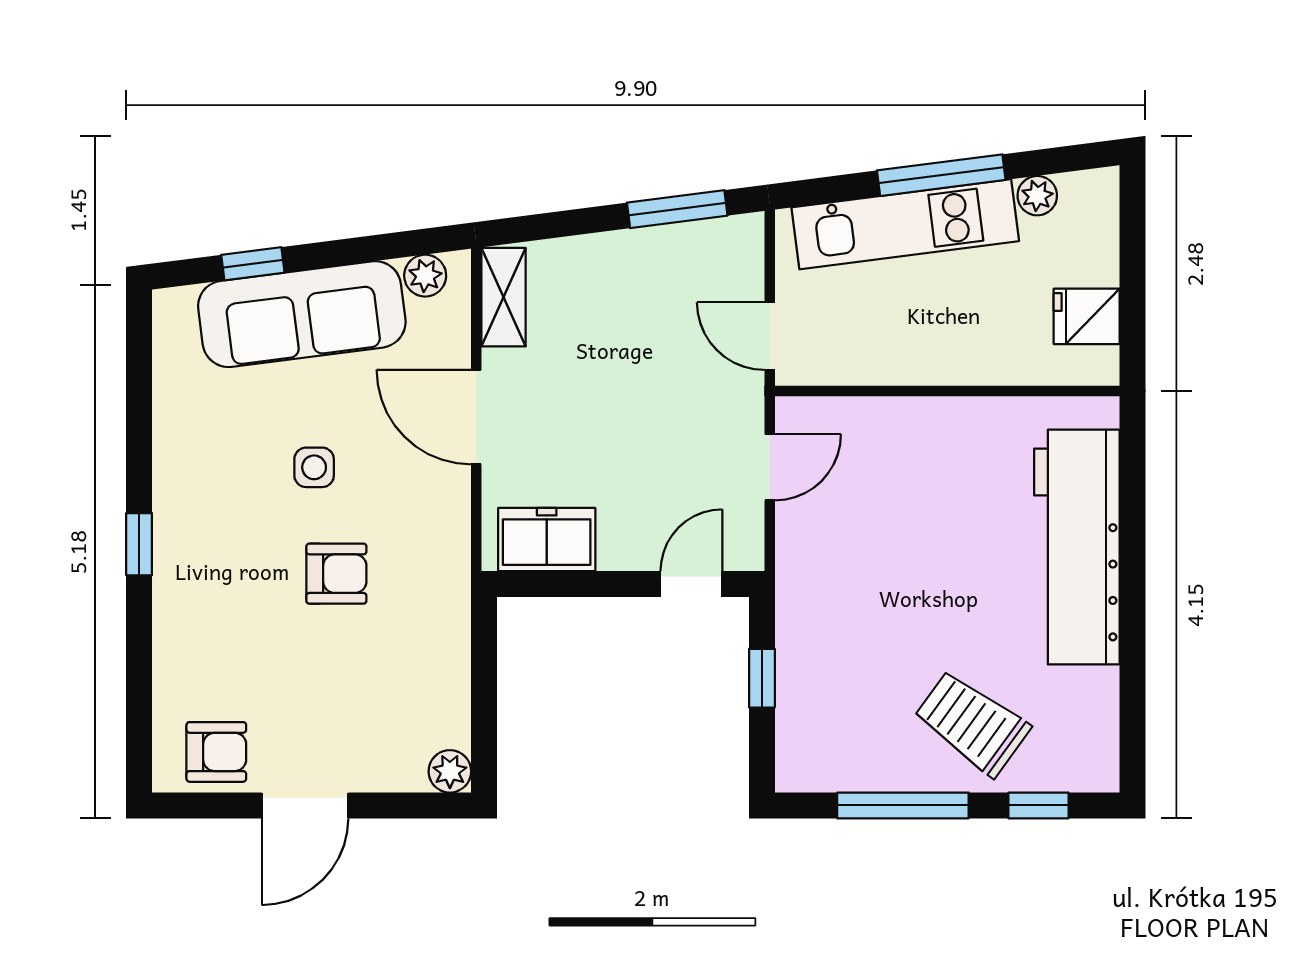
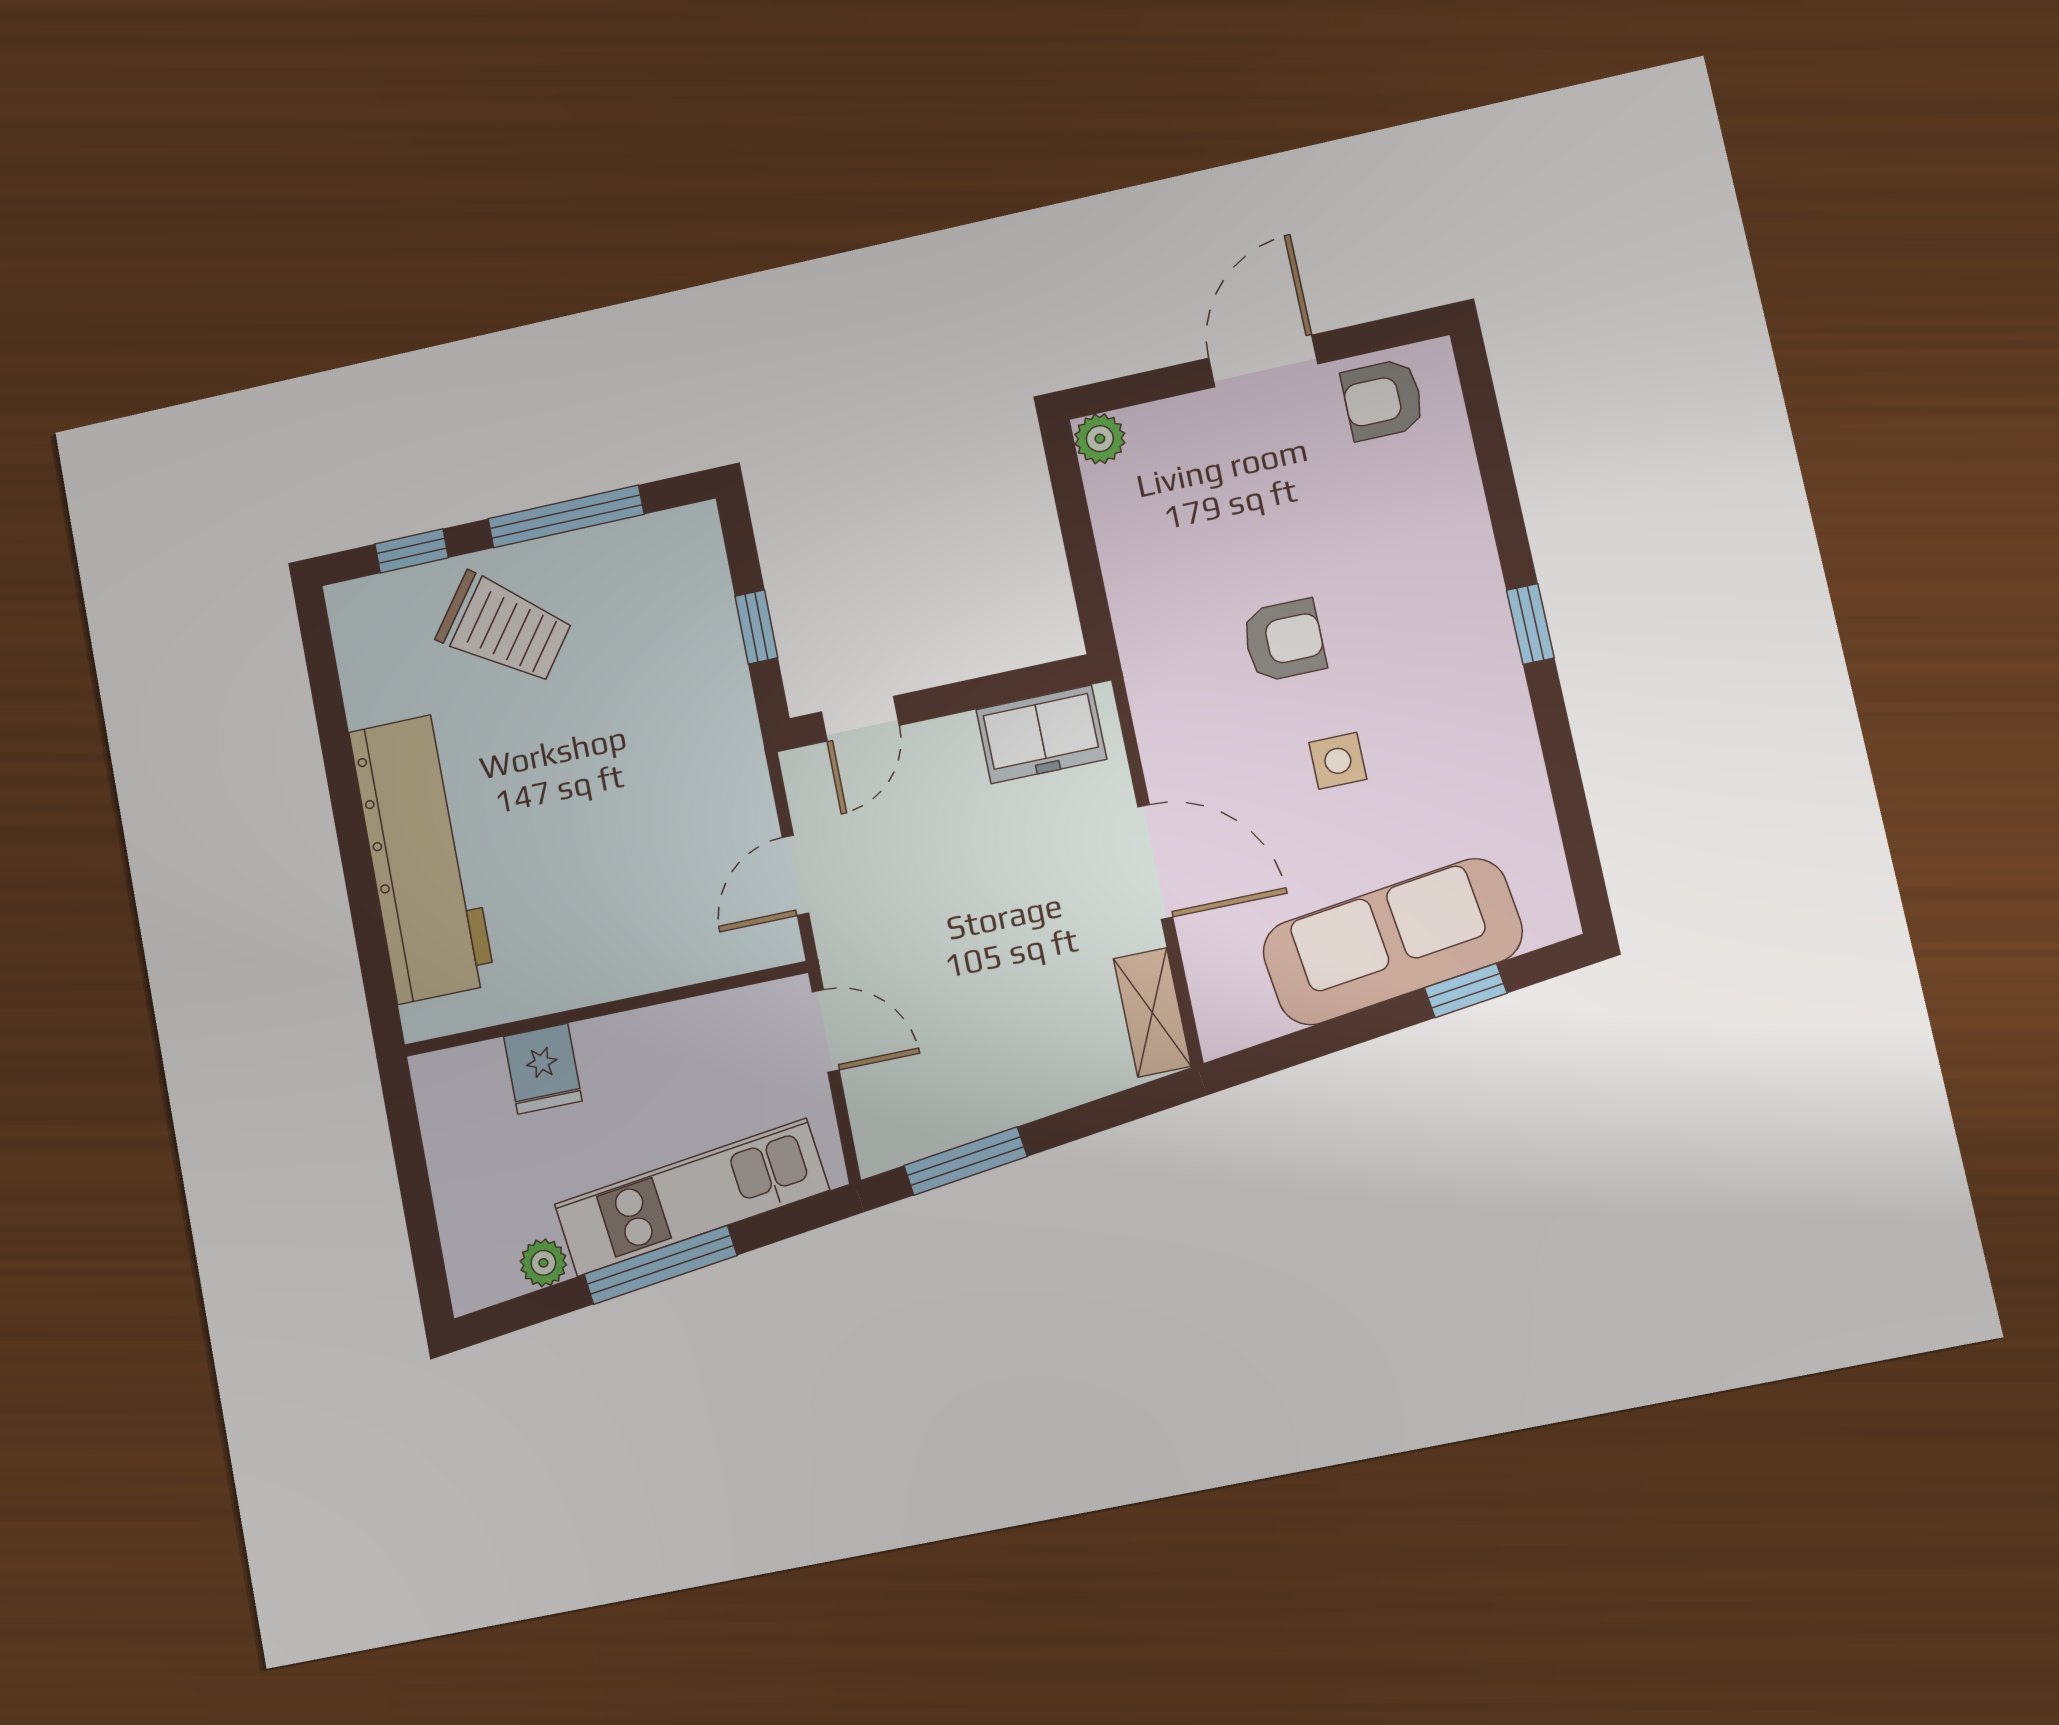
plant: (425, 276) -> (1252, 1019), removed
fridge: (1087, 316) -> (543, 1069), moved, turned 90
armchair: (336, 574) -> (1284, 640), turned 180

